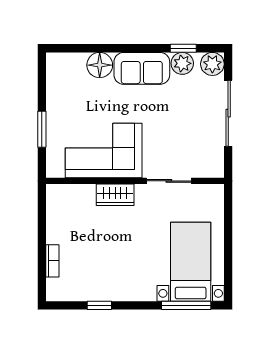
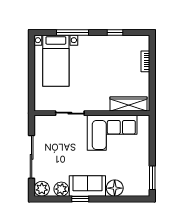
window: (183, 48) -> (80, 199), moved
window: (42, 129) -> (152, 178), moved
wardrobe: (115, 195) -> (129, 104), moved, width x1.50
window: (186, 305) -> (73, 32), moved

